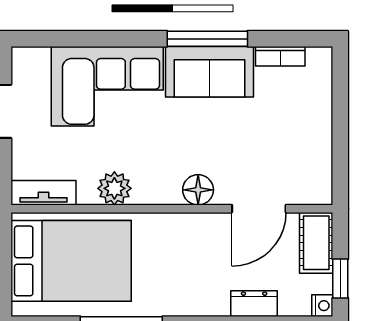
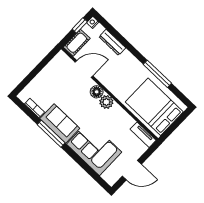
plant: (114, 188) -> (106, 102), moved
dresser: (254, 304) -> (112, 42), width x1.44

